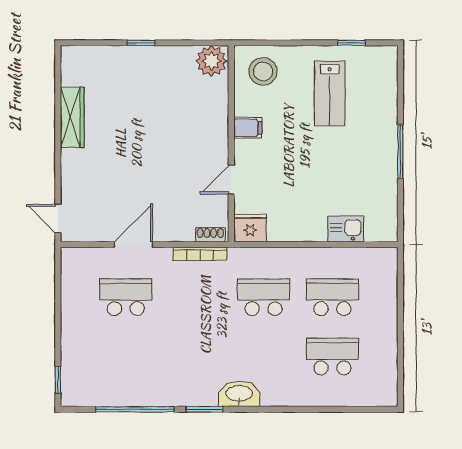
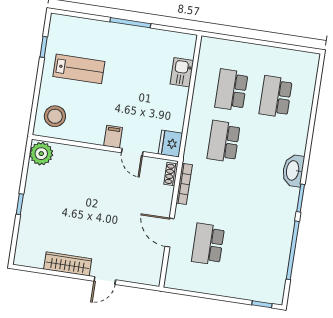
filing cabinet: (248, 128) -> (113, 137), moved
door: (58, 219) -> (105, 281), moved

